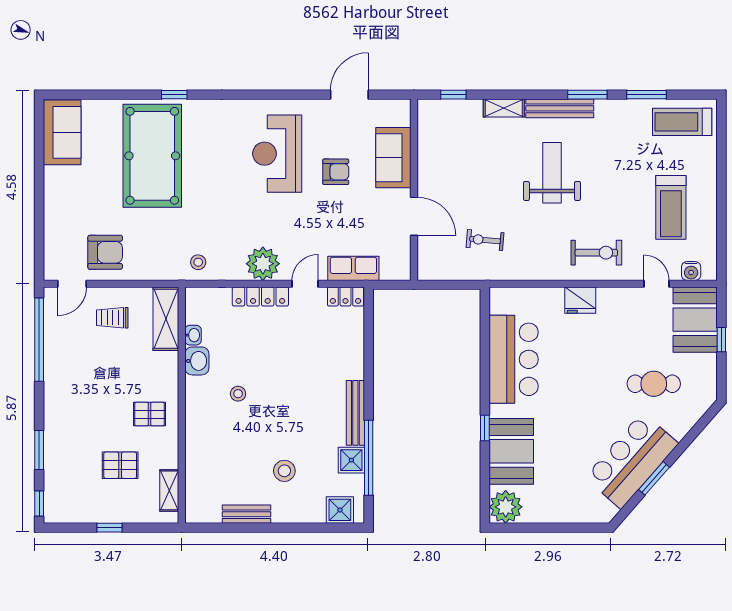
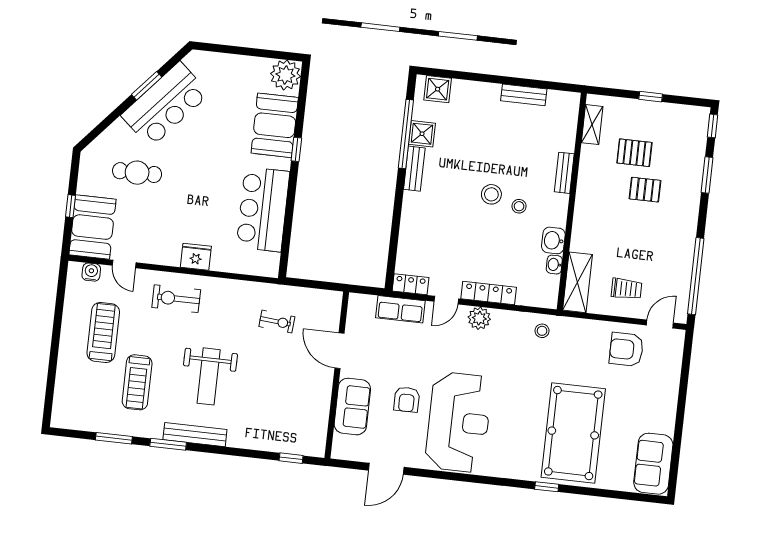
shelving: (504, 108) -> (246, 441), removed
treadmill: (682, 122) -> (137, 382), moved, turned 90
reception desk: (277, 154) -> (459, 422), width x1.36, depth x1.30
armchair: (336, 172) -> (407, 400), turned -90
plant: (263, 264) -> (479, 318), width x0.73, depth x0.73
bench: (355, 413) -> (414, 169), width x0.73
pallet: (149, 414) -> (645, 190), moved
bench: (193, 435) -> (564, 173), added
stool: (284, 471) -> (491, 194), moved

